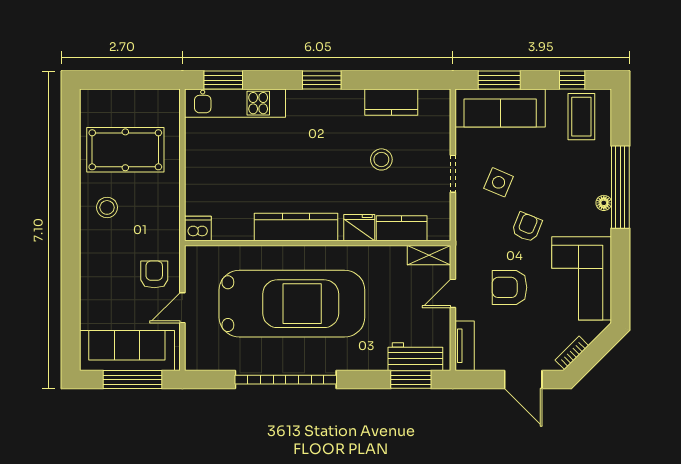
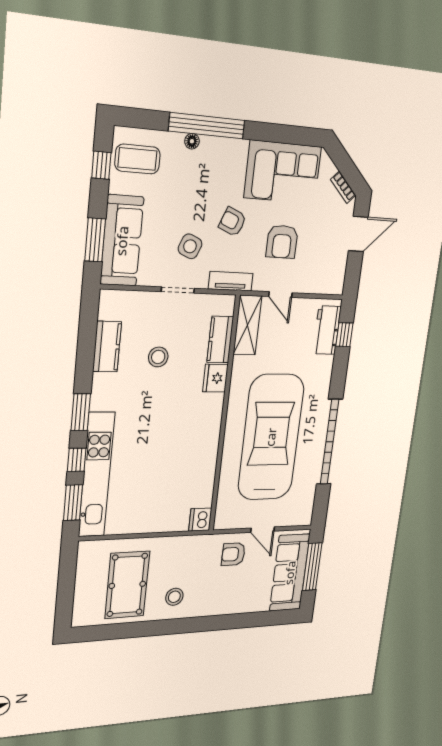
window: (270, 80) -> (77, 460), added
kitchen unit: (235, 103) -> (96, 475), width x1.36
floor lamp: (604, 203) -> (192, 141), moved
kitchen counter: (296, 227) -> (209, 435), removed
shelving: (429, 255) -> (247, 325), width x1.50, depth x1.33
tv unit: (465, 346) -> (231, 281), moved
window: (411, 380) -> (344, 335), width x0.67

